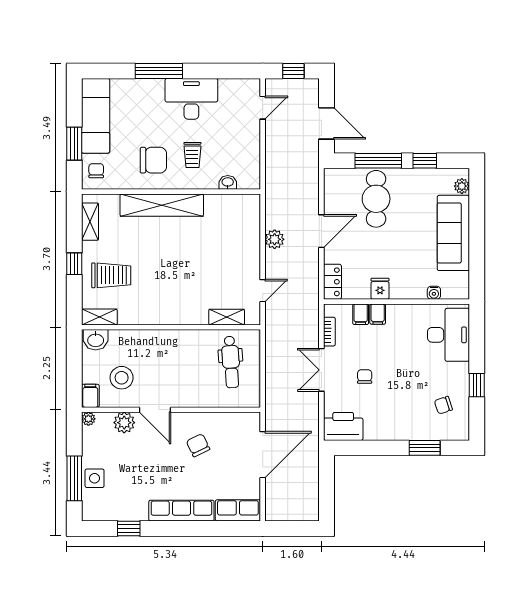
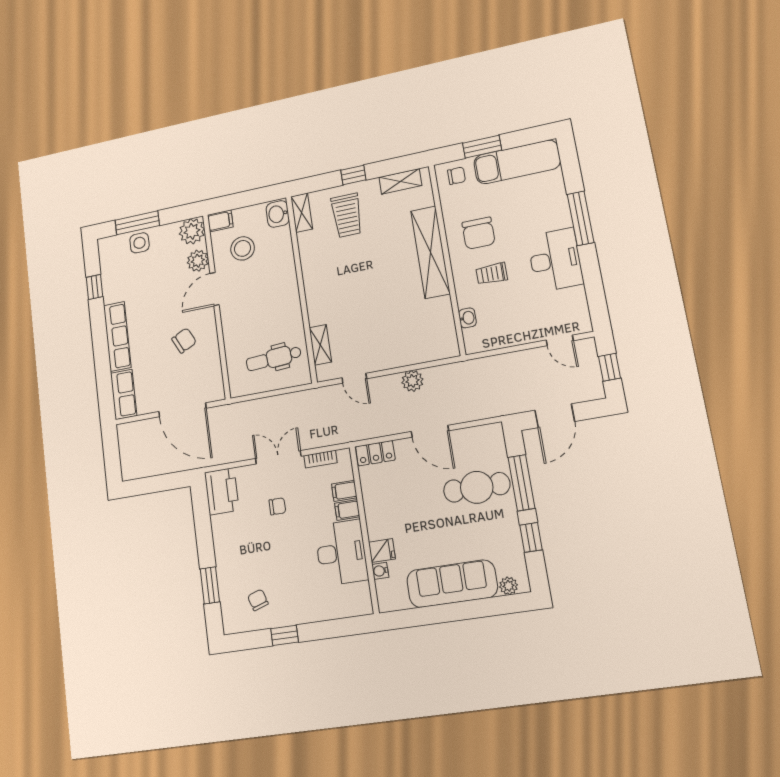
fridge: (380, 289) -> (382, 550), moved
desk: (449, 335) -> (341, 553), moved, turned -90
plant: (88, 419) -> (192, 231), width x1.88, depth x1.88

